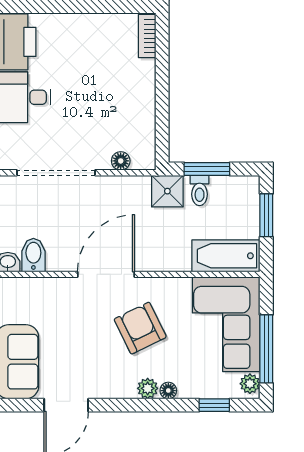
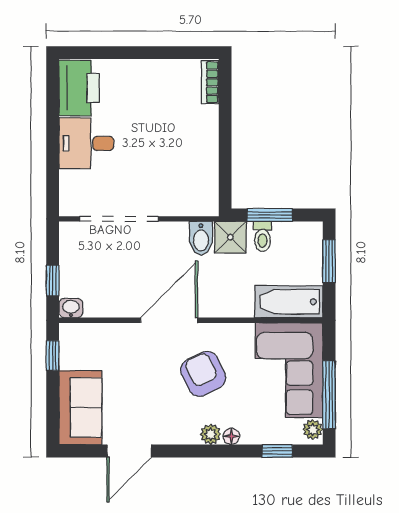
floor lamp: (121, 161) -> (184, 207), removed
bidet: (33, 255) -> (201, 238), moved, turned 180

